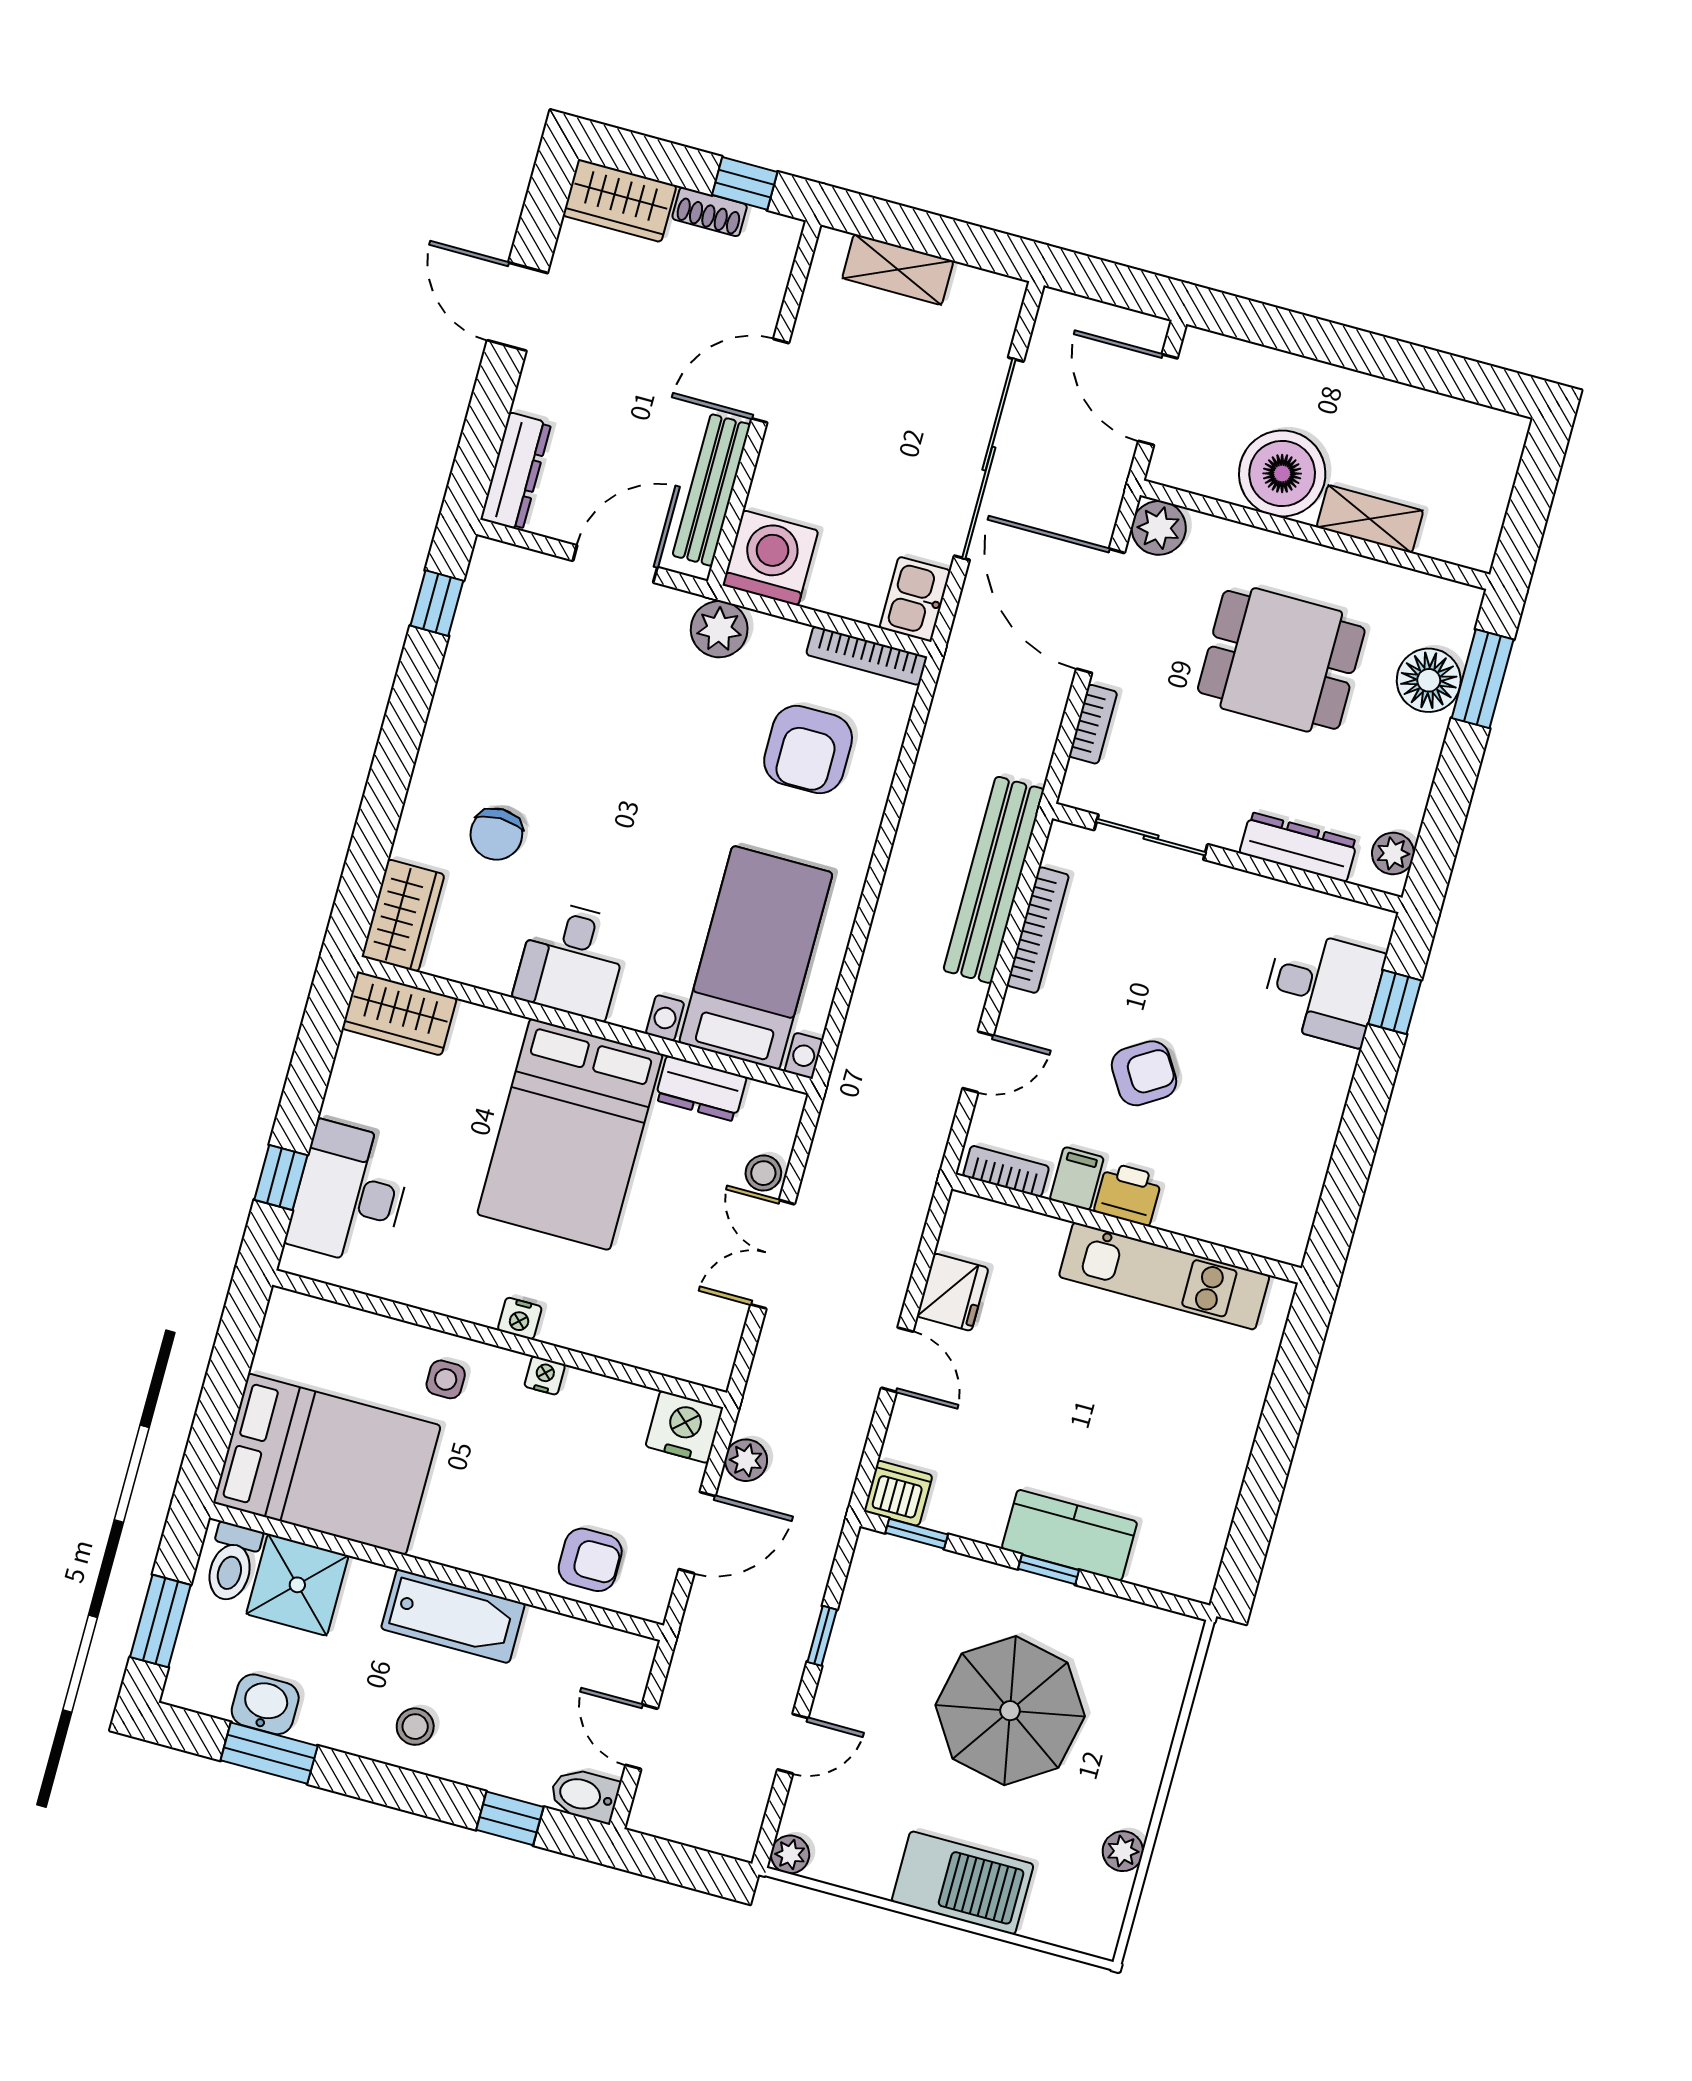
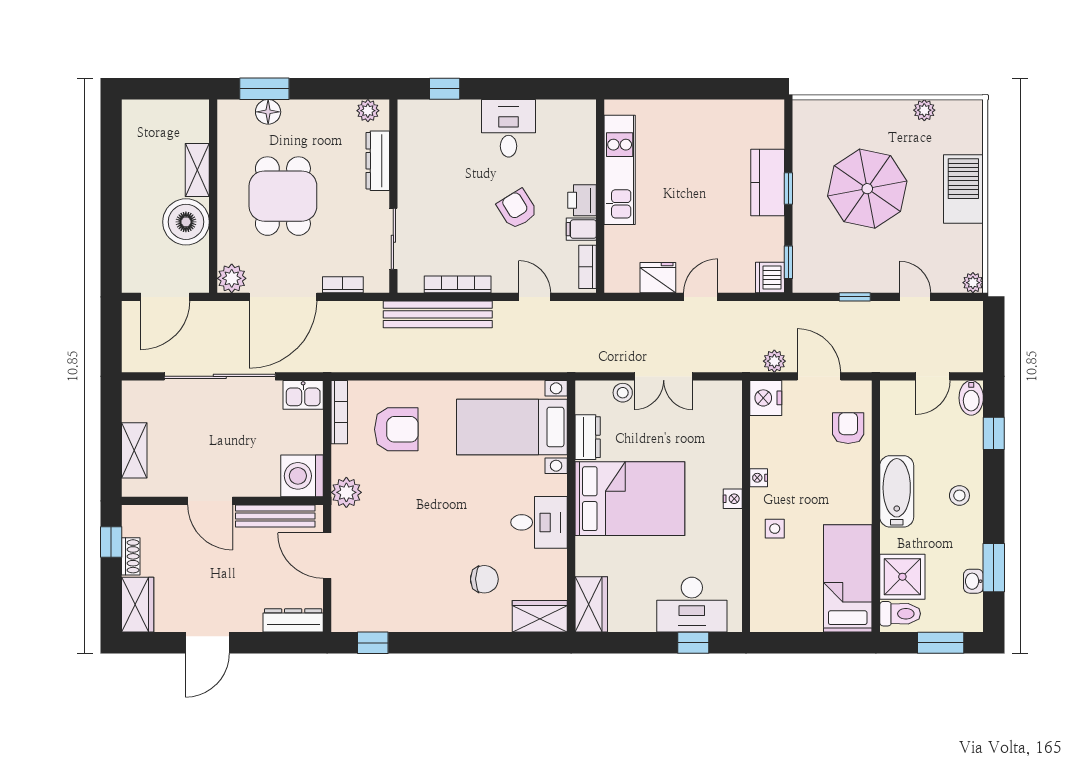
floor lamp: (1429, 680) -> (268, 112), width x0.73, depth x0.73
desk: (1323, 988) -> (509, 128), moved
bed: (327, 1464) -> (848, 578), width x0.67
washbasin: (265, 1704) -> (973, 581), width x0.72, depth x0.69

